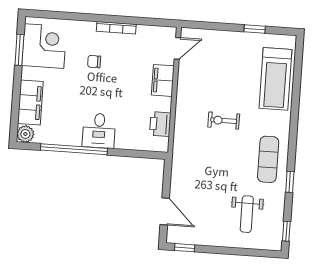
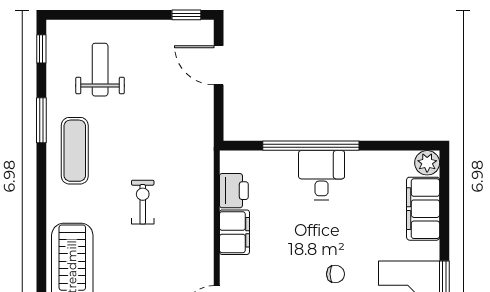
filing cabinet: (163, 80) -> (234, 232), moved
exercise bike: (224, 121) -> (143, 202), turned -90
window: (74, 149) -> (311, 146), moved
window: (290, 182) -> (41, 120), width x1.50

